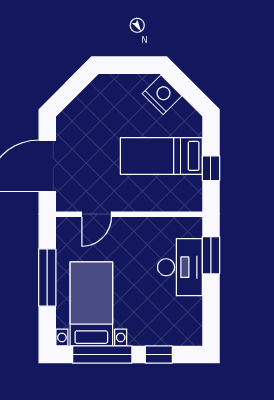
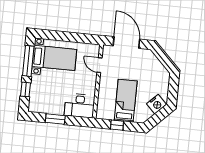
window: (211, 255) -> (55, 119), moved
desk: (180, 267) -> (80, 106), moved
window: (47, 278) -> (70, 37), removed

